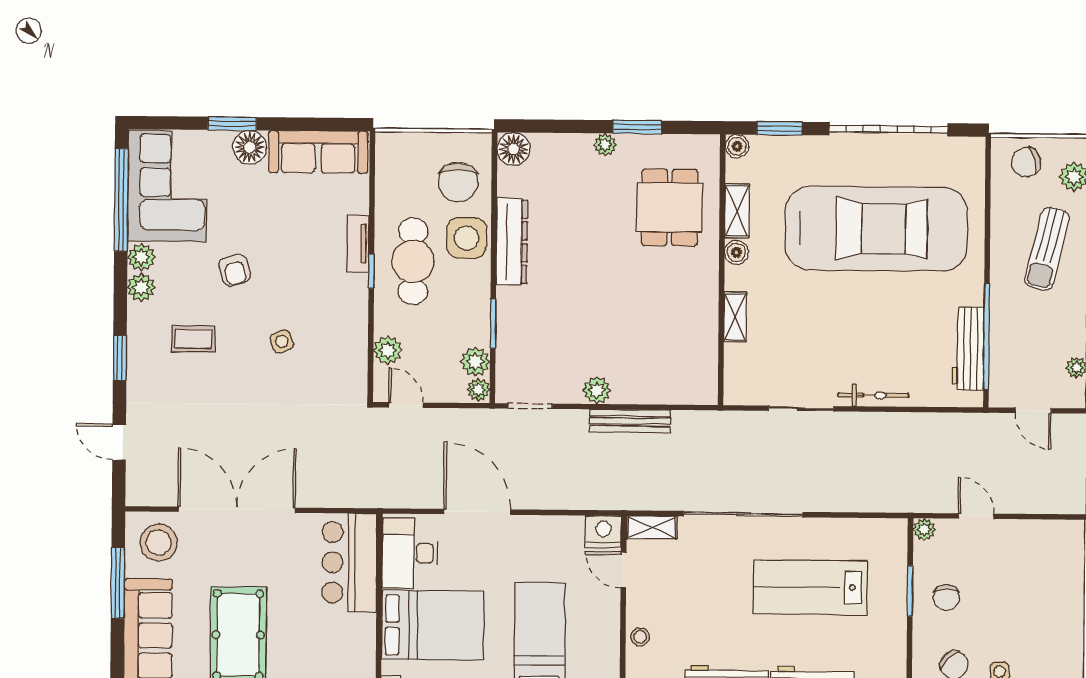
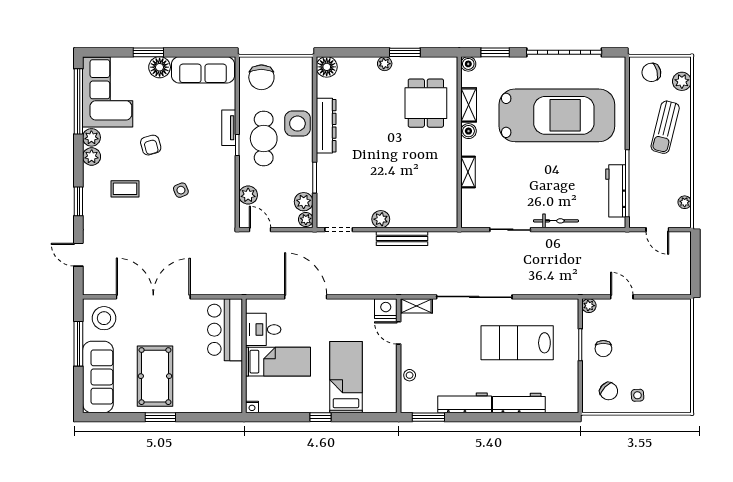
chair: (458, 182) -> (261, 77), moved
desk: (410, 553) -> (263, 329), width x0.73
bed: (433, 625) -> (278, 362), width x0.67

